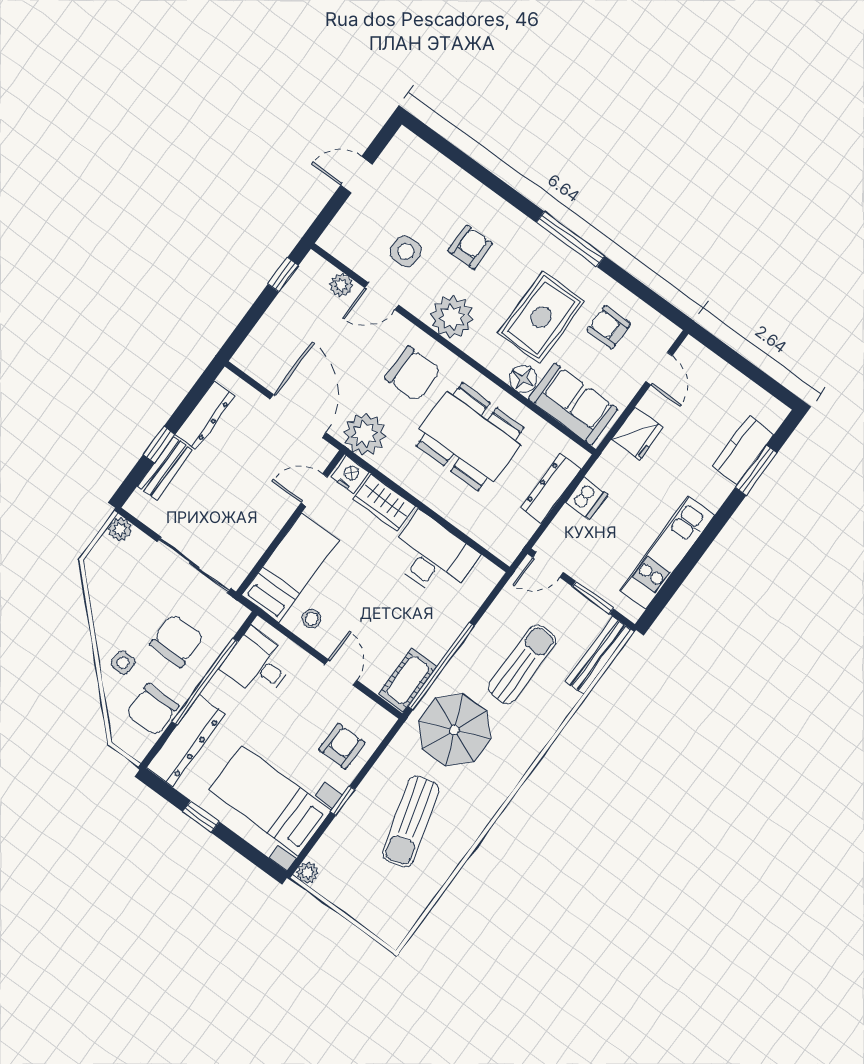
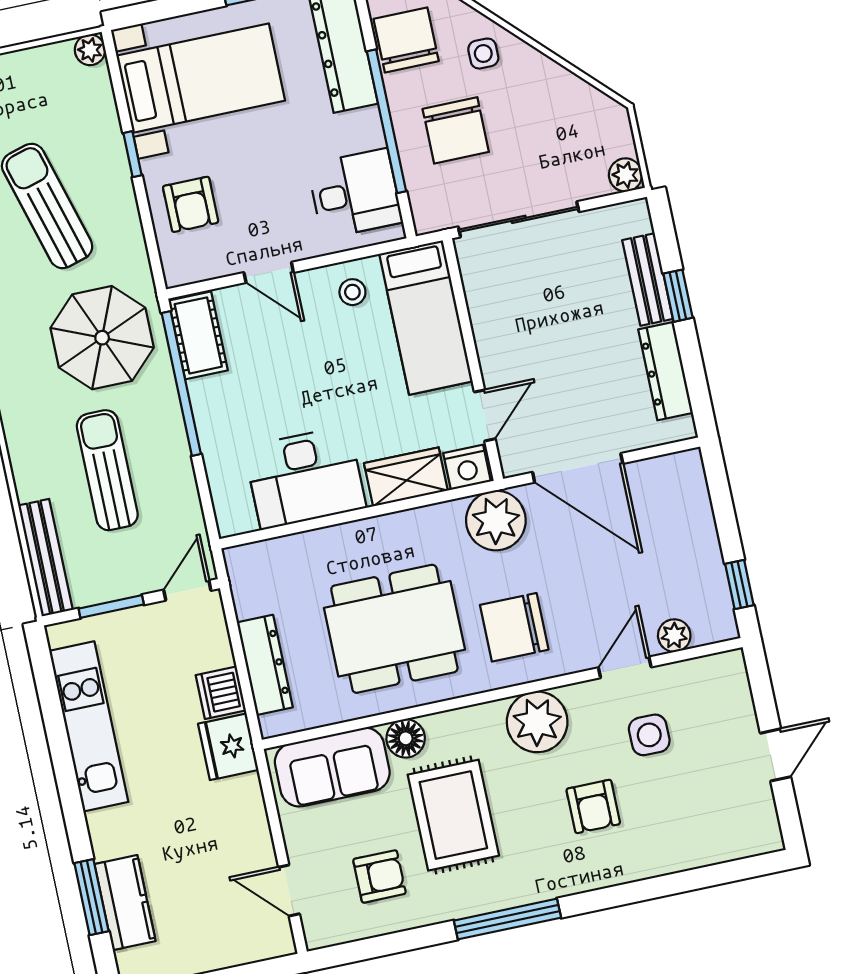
fridge: (638, 433) -> (228, 747), moved
sun lounger: (522, 664) -> (107, 470), turned 180

